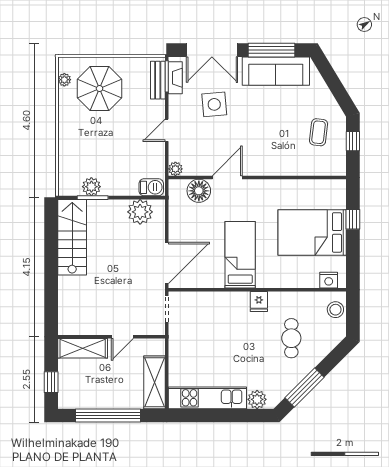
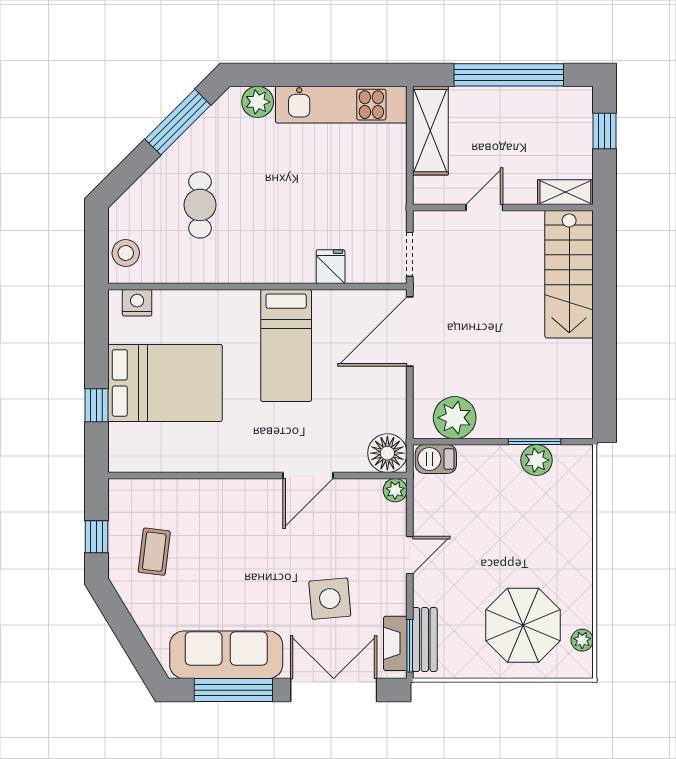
floor lamp: (199, 191) -> (387, 453), moved
stairs: (72, 237) -> (569, 274), moved
fridge: (259, 302) -> (331, 267), moved
shelving: (83, 348) -> (565, 192), width x0.67, depth x0.75

